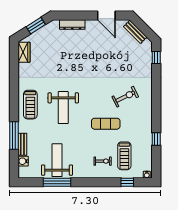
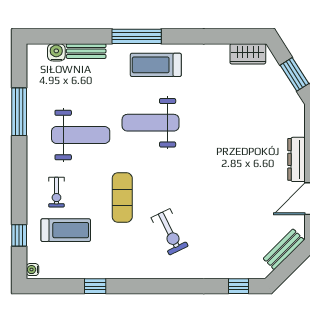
dresser: (72, 24) -> (297, 159), moved
window: (14, 135) -> (137, 36), moved
treadmill: (124, 156) -> (66, 230), turned 180
weight bench: (57, 160) -> (81, 135), moved

